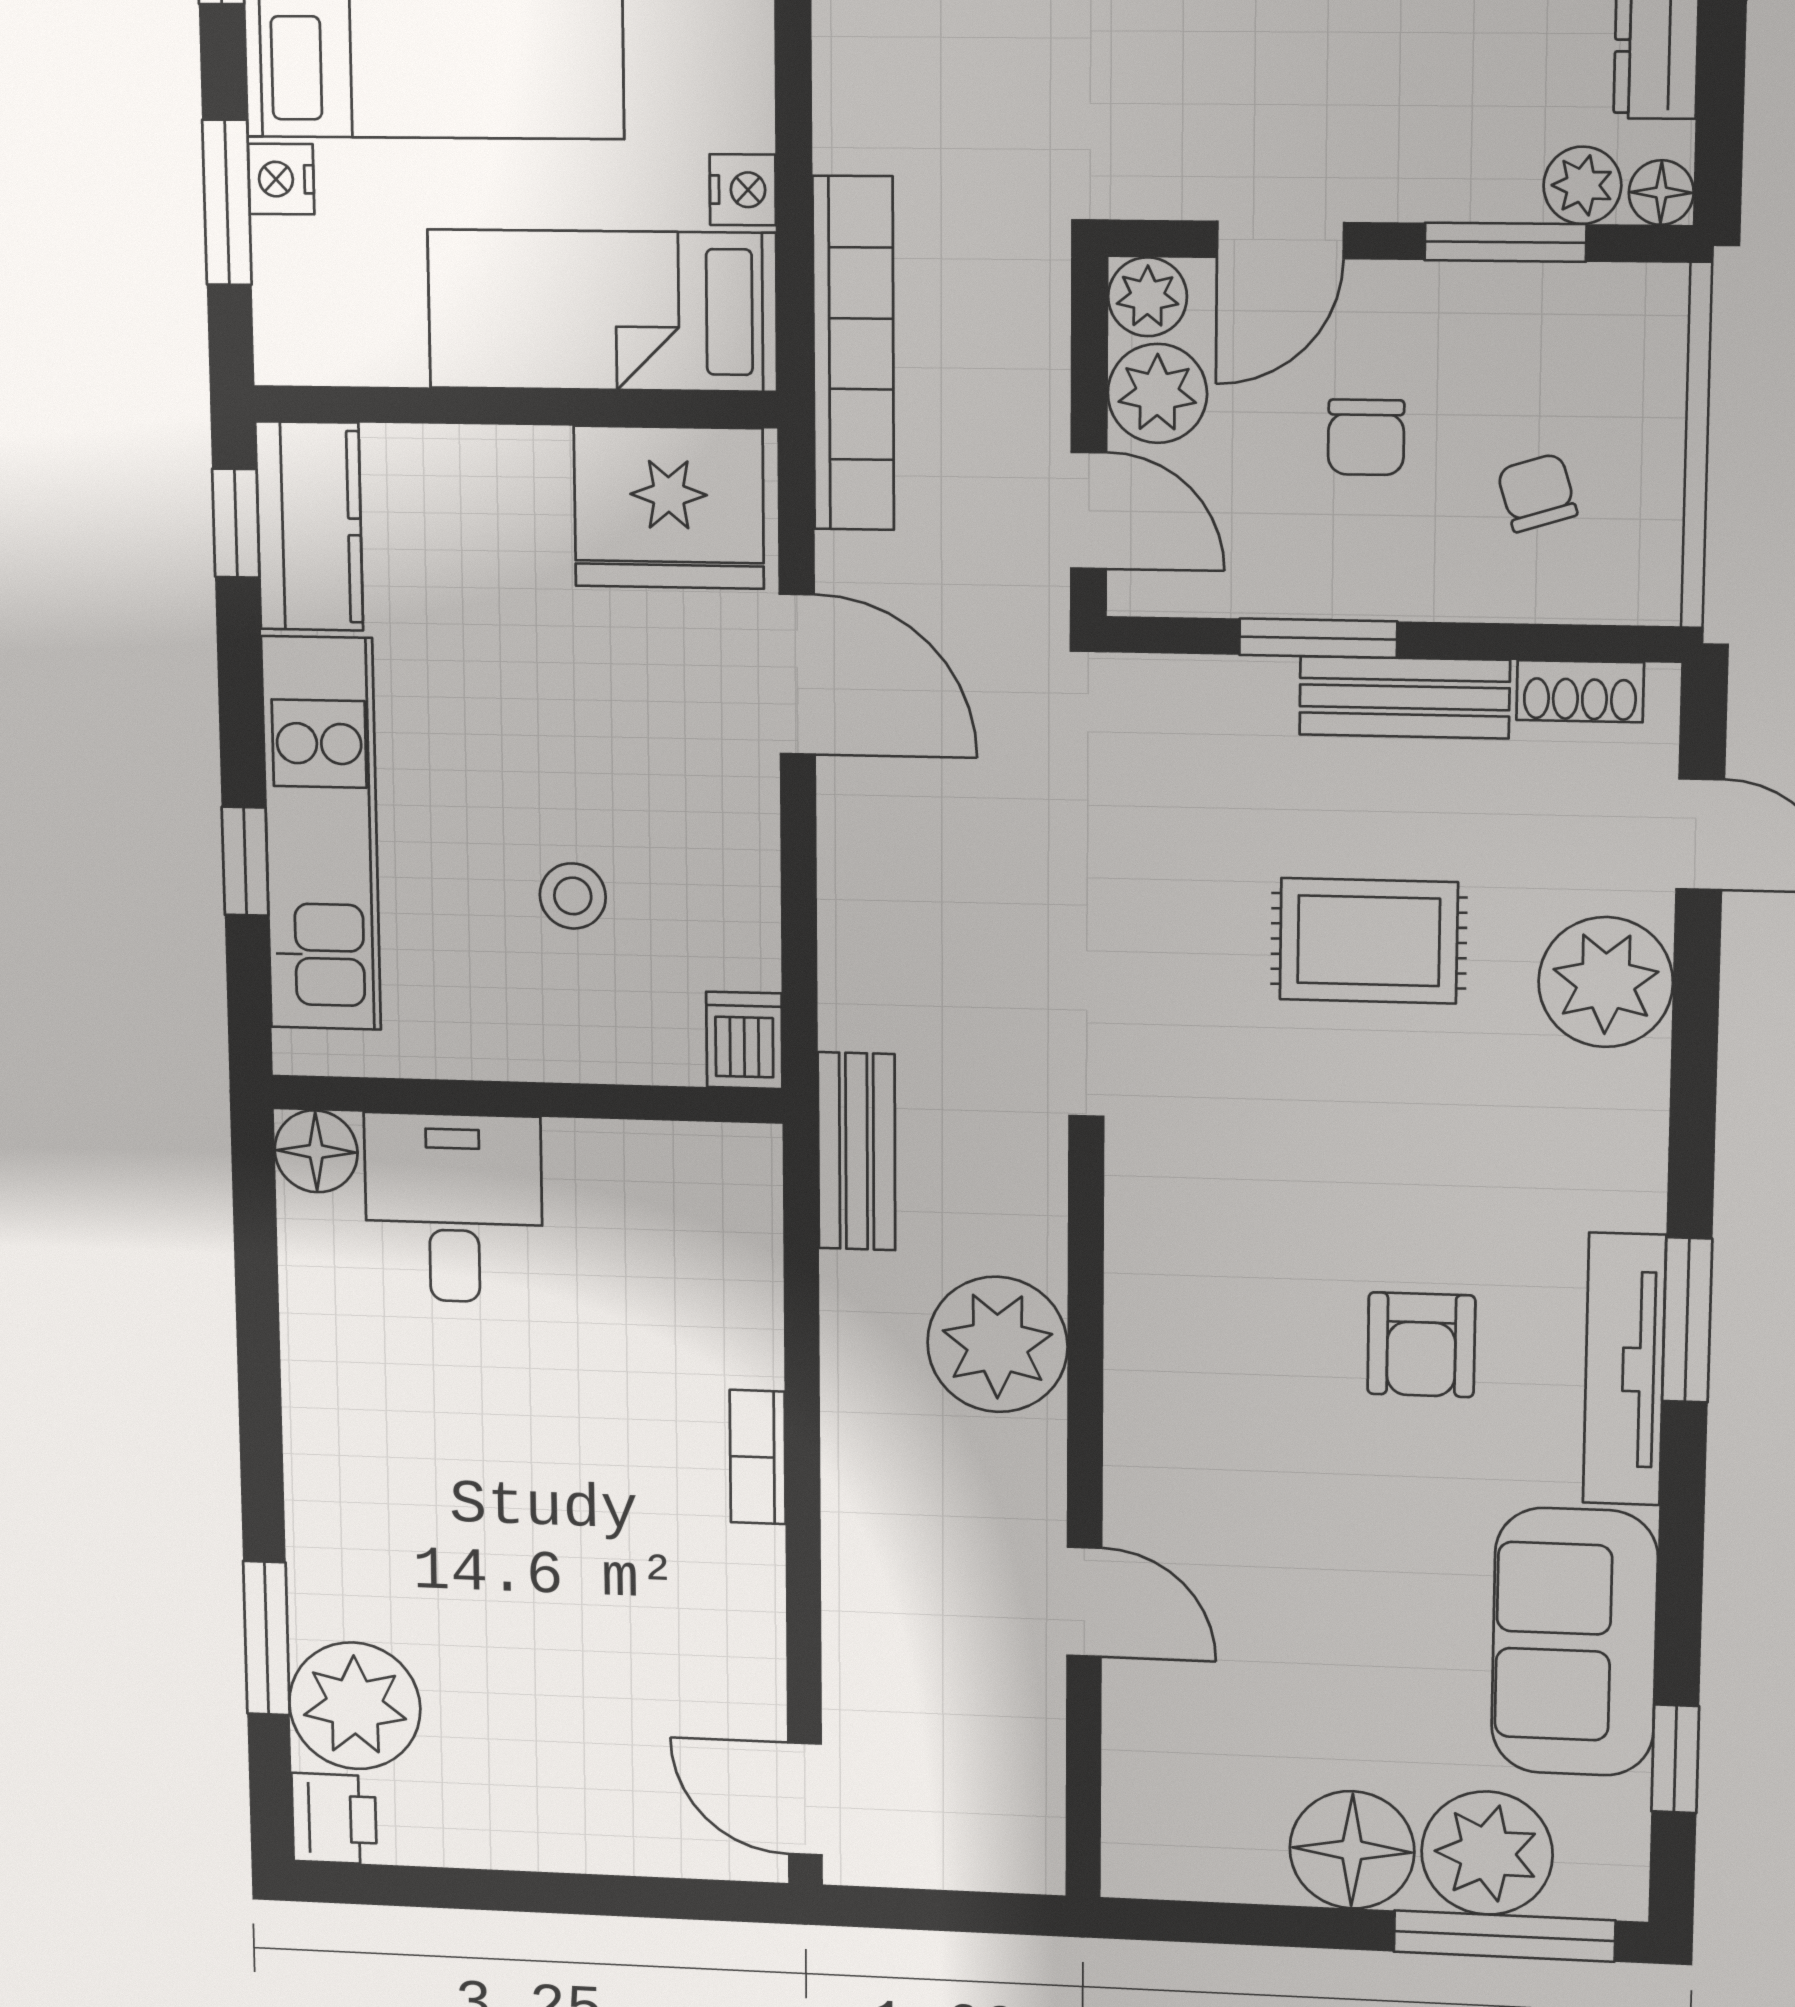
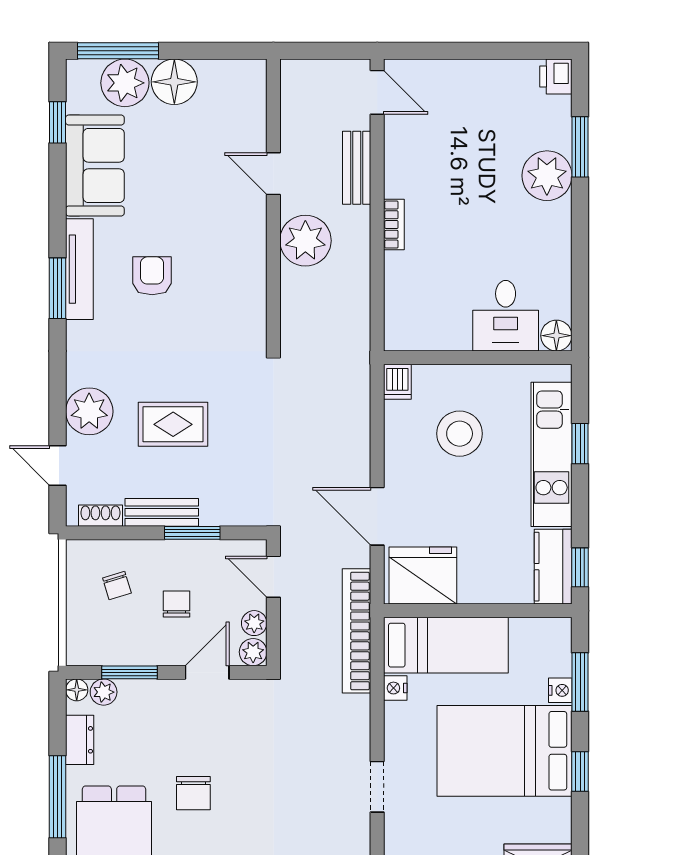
plant: (1157, 393) -> (254, 623), width x0.73, depth x0.73
stool: (573, 896) -> (460, 434), width x1.89, depth x1.89
bench: (857, 1151) -> (357, 168), moved
plant: (997, 1344) -> (305, 241), moved
plant: (355, 1706) -> (547, 176), moved

